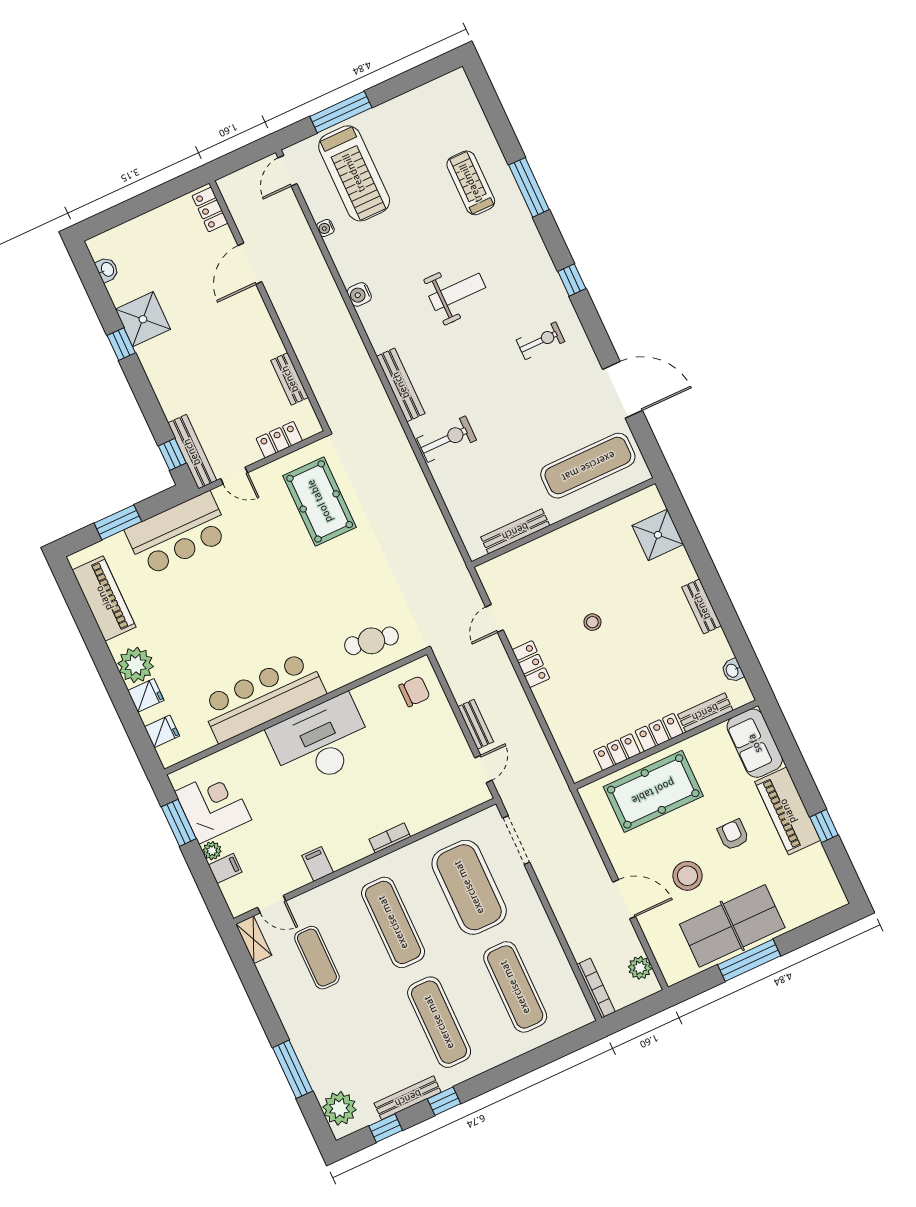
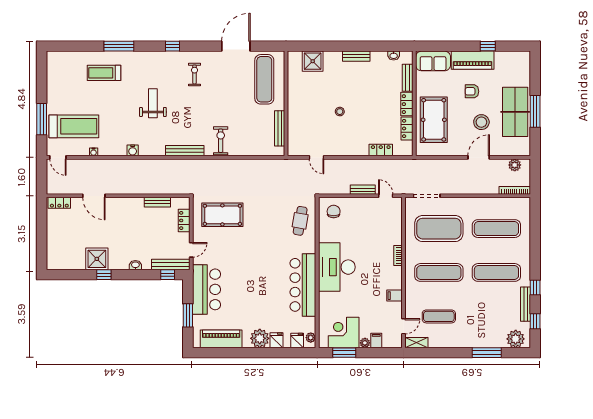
washbasin: (107, 270) -> (135, 265), moved
locker: (531, 664) -> (381, 150), moved
plant: (178, 753) -> (311, 338), added

